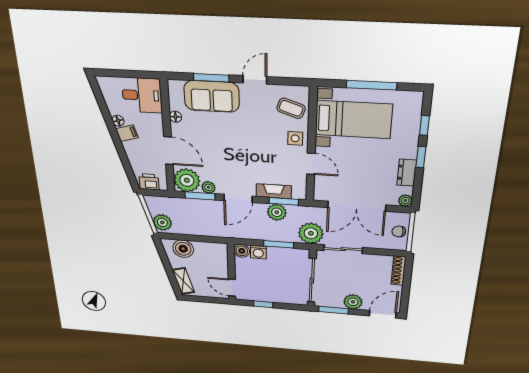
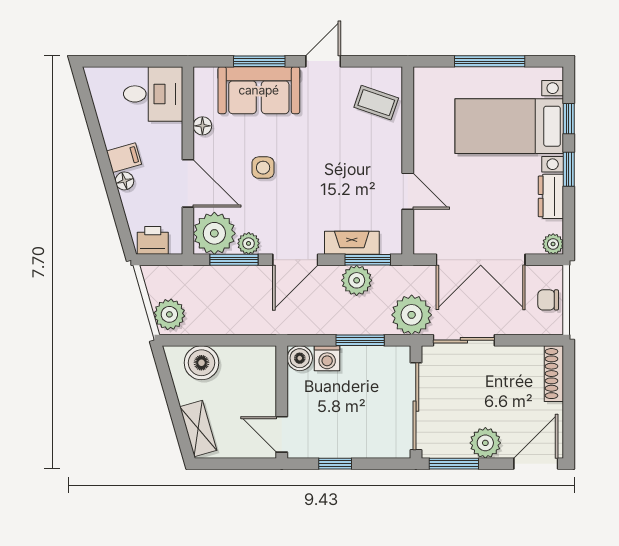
bed with nightstands: (354, 120) -> (509, 126), moved, turned 180
floor lamp: (118, 121) -> (125, 181), moved
side table: (295, 138) -> (263, 168), moved

